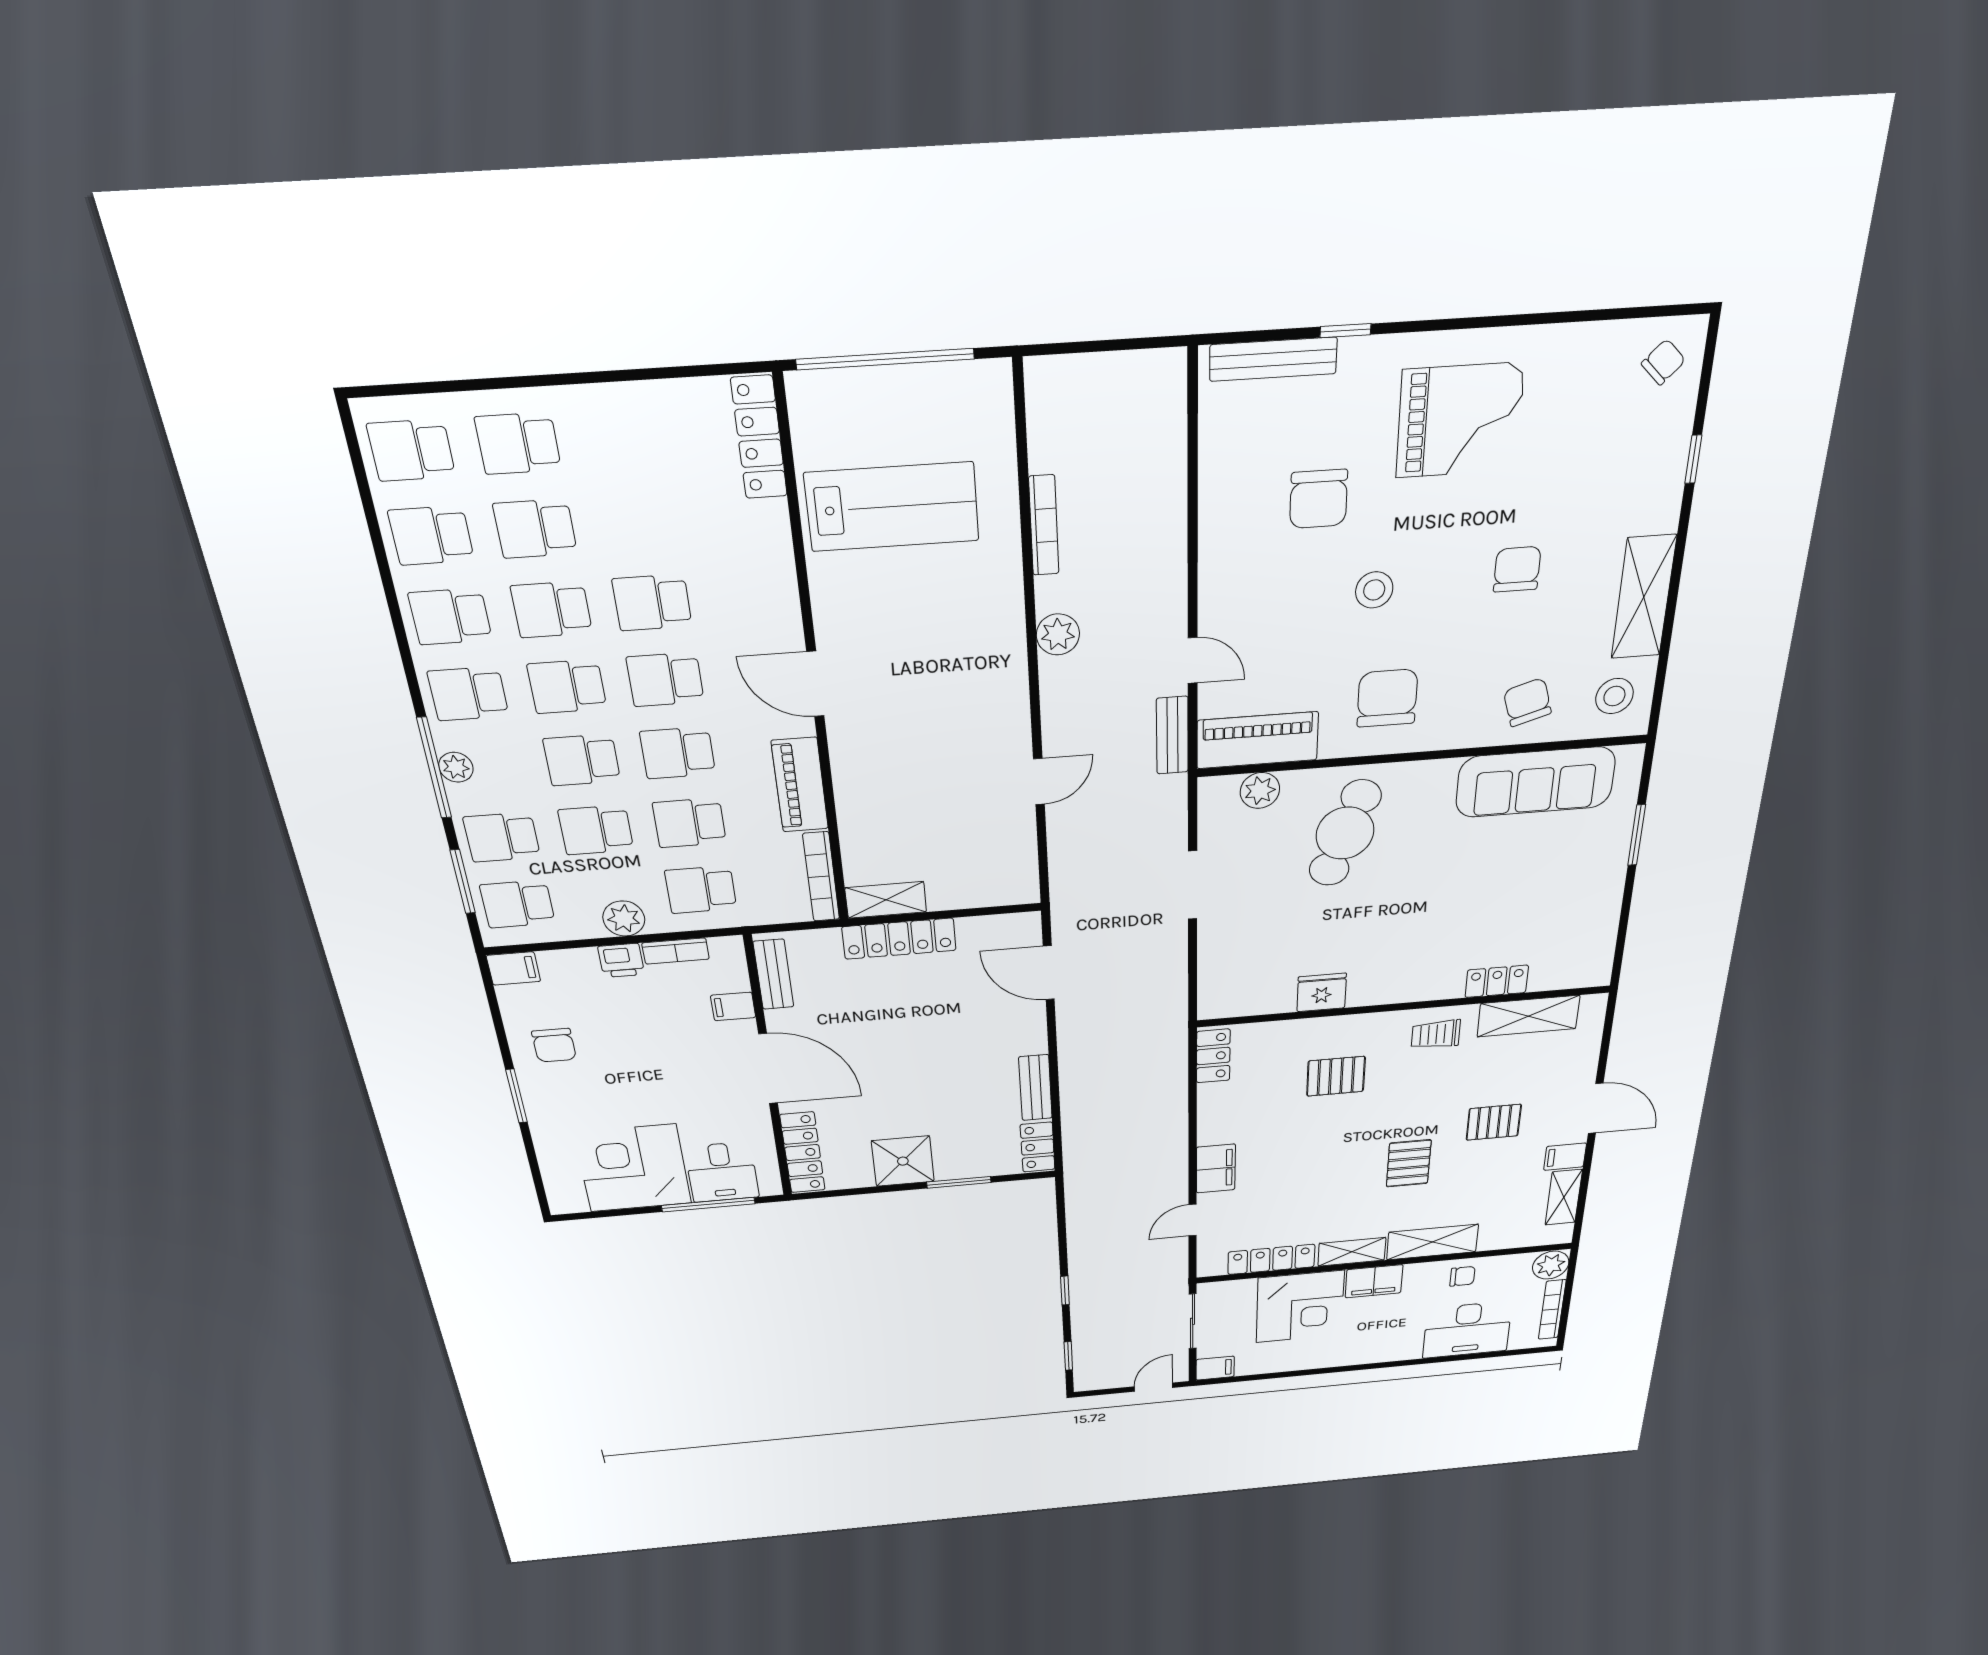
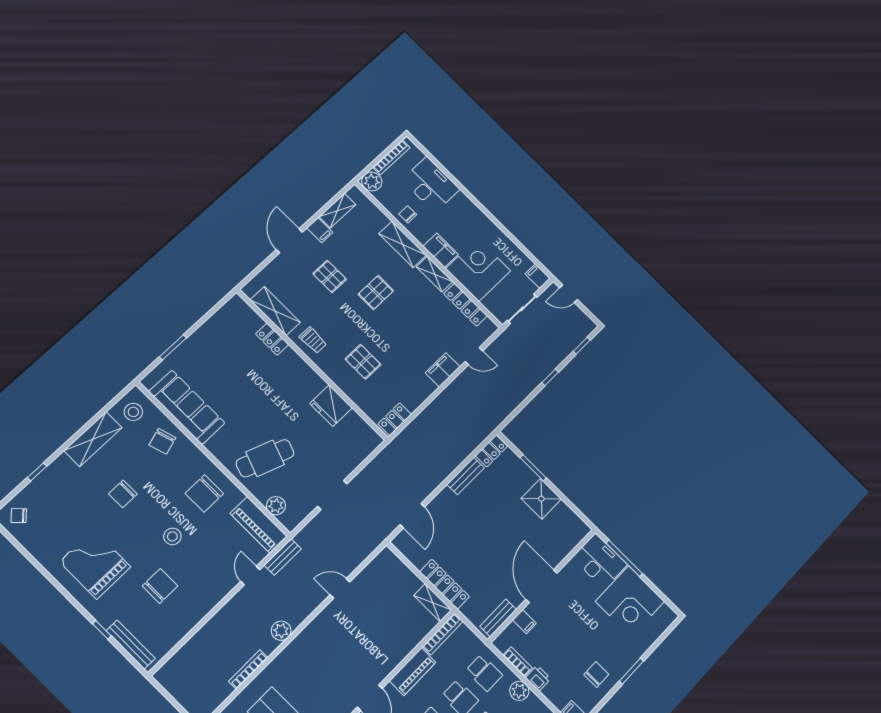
fridge: (1322, 992) -> (331, 406), width x1.36, depth x1.34
locker: (803, 1153) -> (569, 541), removed
desk: (722, 1172) -> (600, 561), width x1.37

